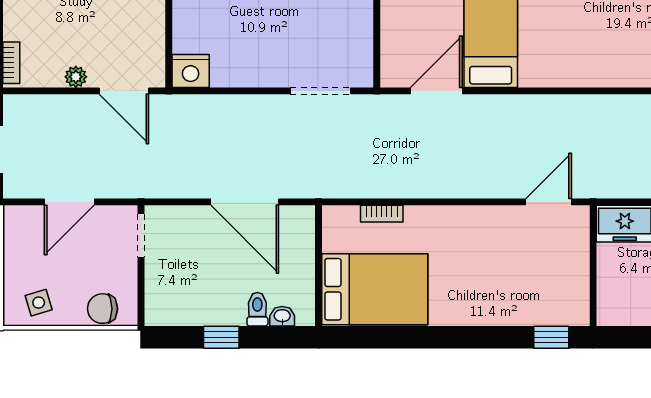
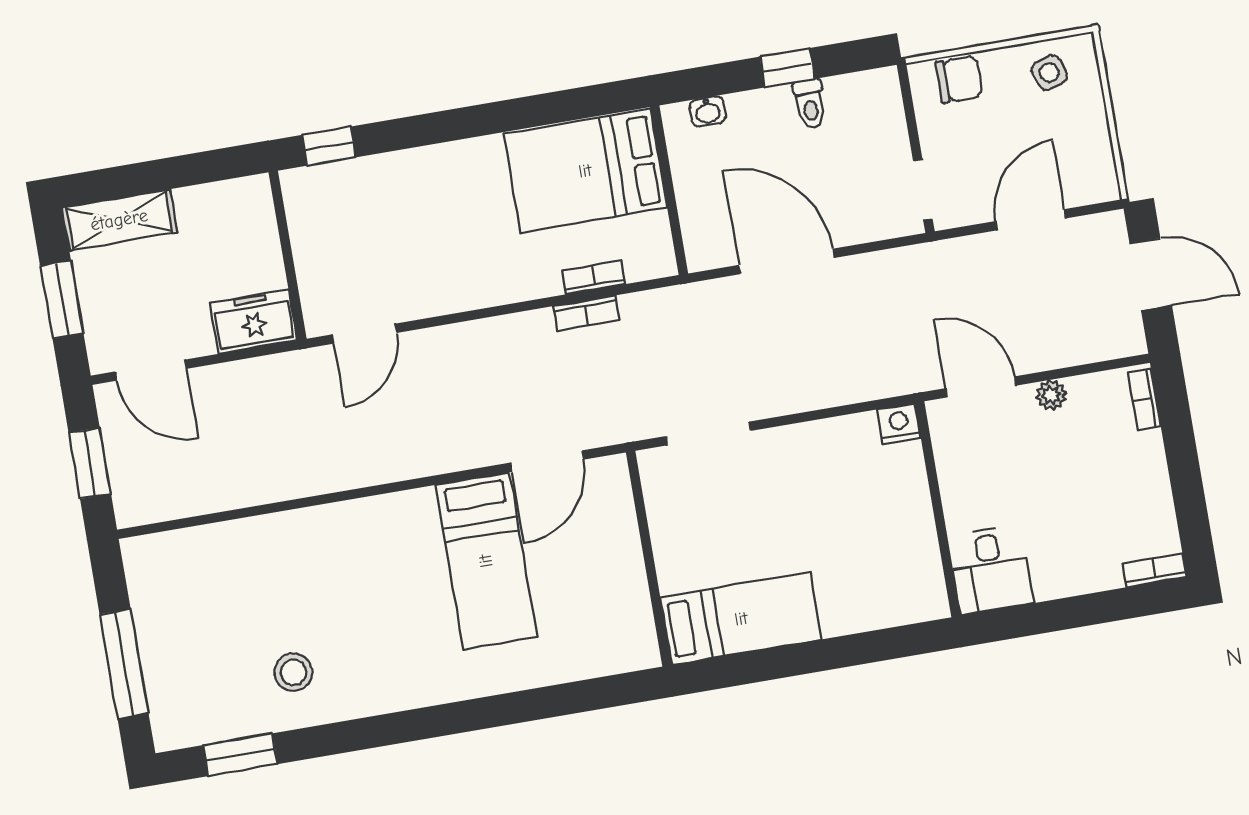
nightstand: (191, 71) -> (899, 424), width x0.74, depth x0.75
bookcase: (391, 190) -> (586, 313), added
toilet: (257, 309) -> (810, 104), moved

